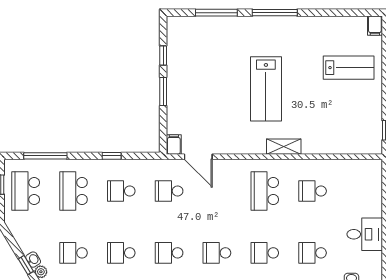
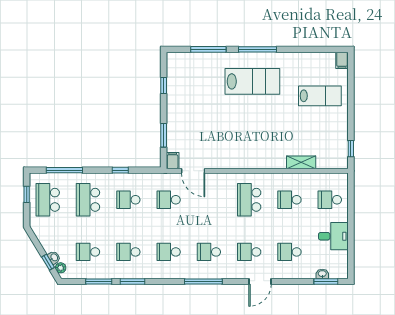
lab bench: (266, 89) -> (252, 81), moved, turned -90
window: (163, 91) -> (164, 135), moved
shelving: (284, 147) -> (301, 162), moved
school desk: (360, 191) -> (330, 200), added

